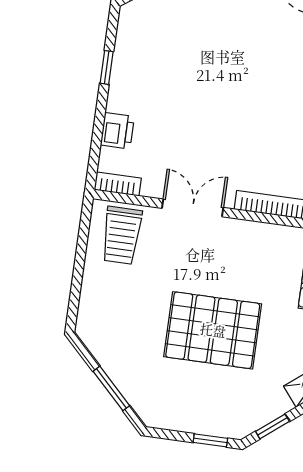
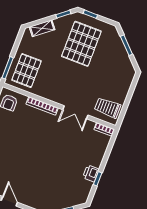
printer: (117, 131) -> (91, 173), moved
trolley: (122, 235) -> (108, 108), turned -90
pallet: (213, 330) -> (81, 44), moved, turned 90

